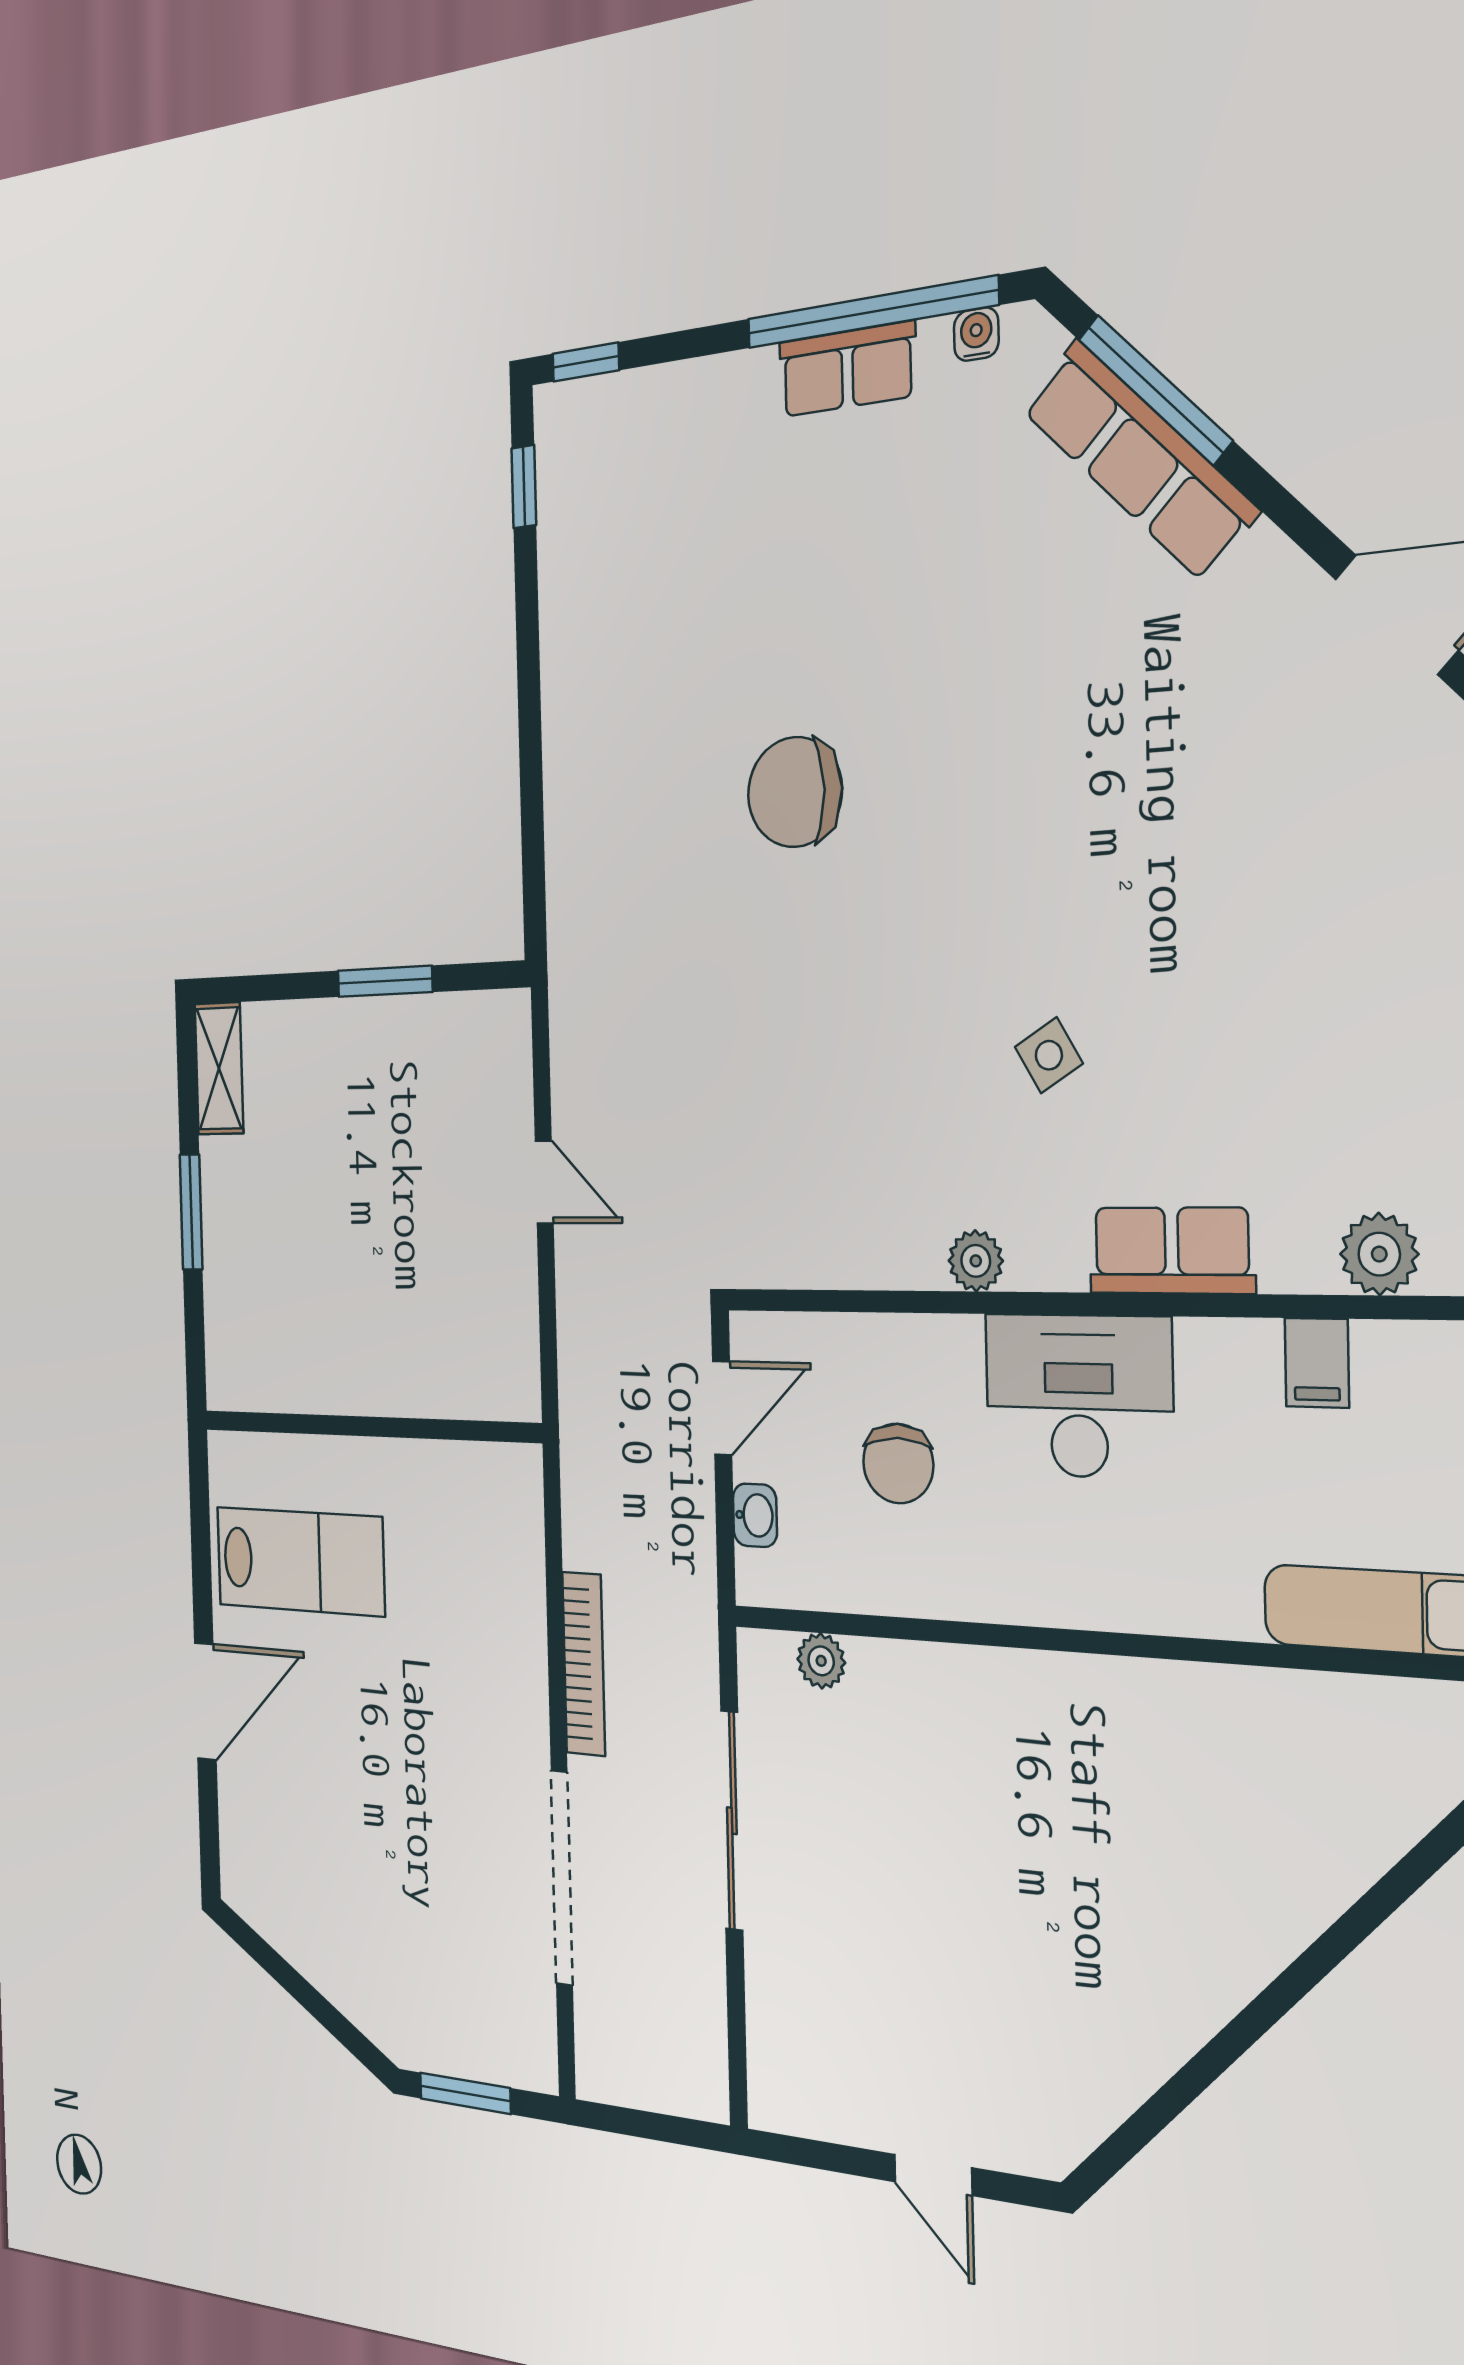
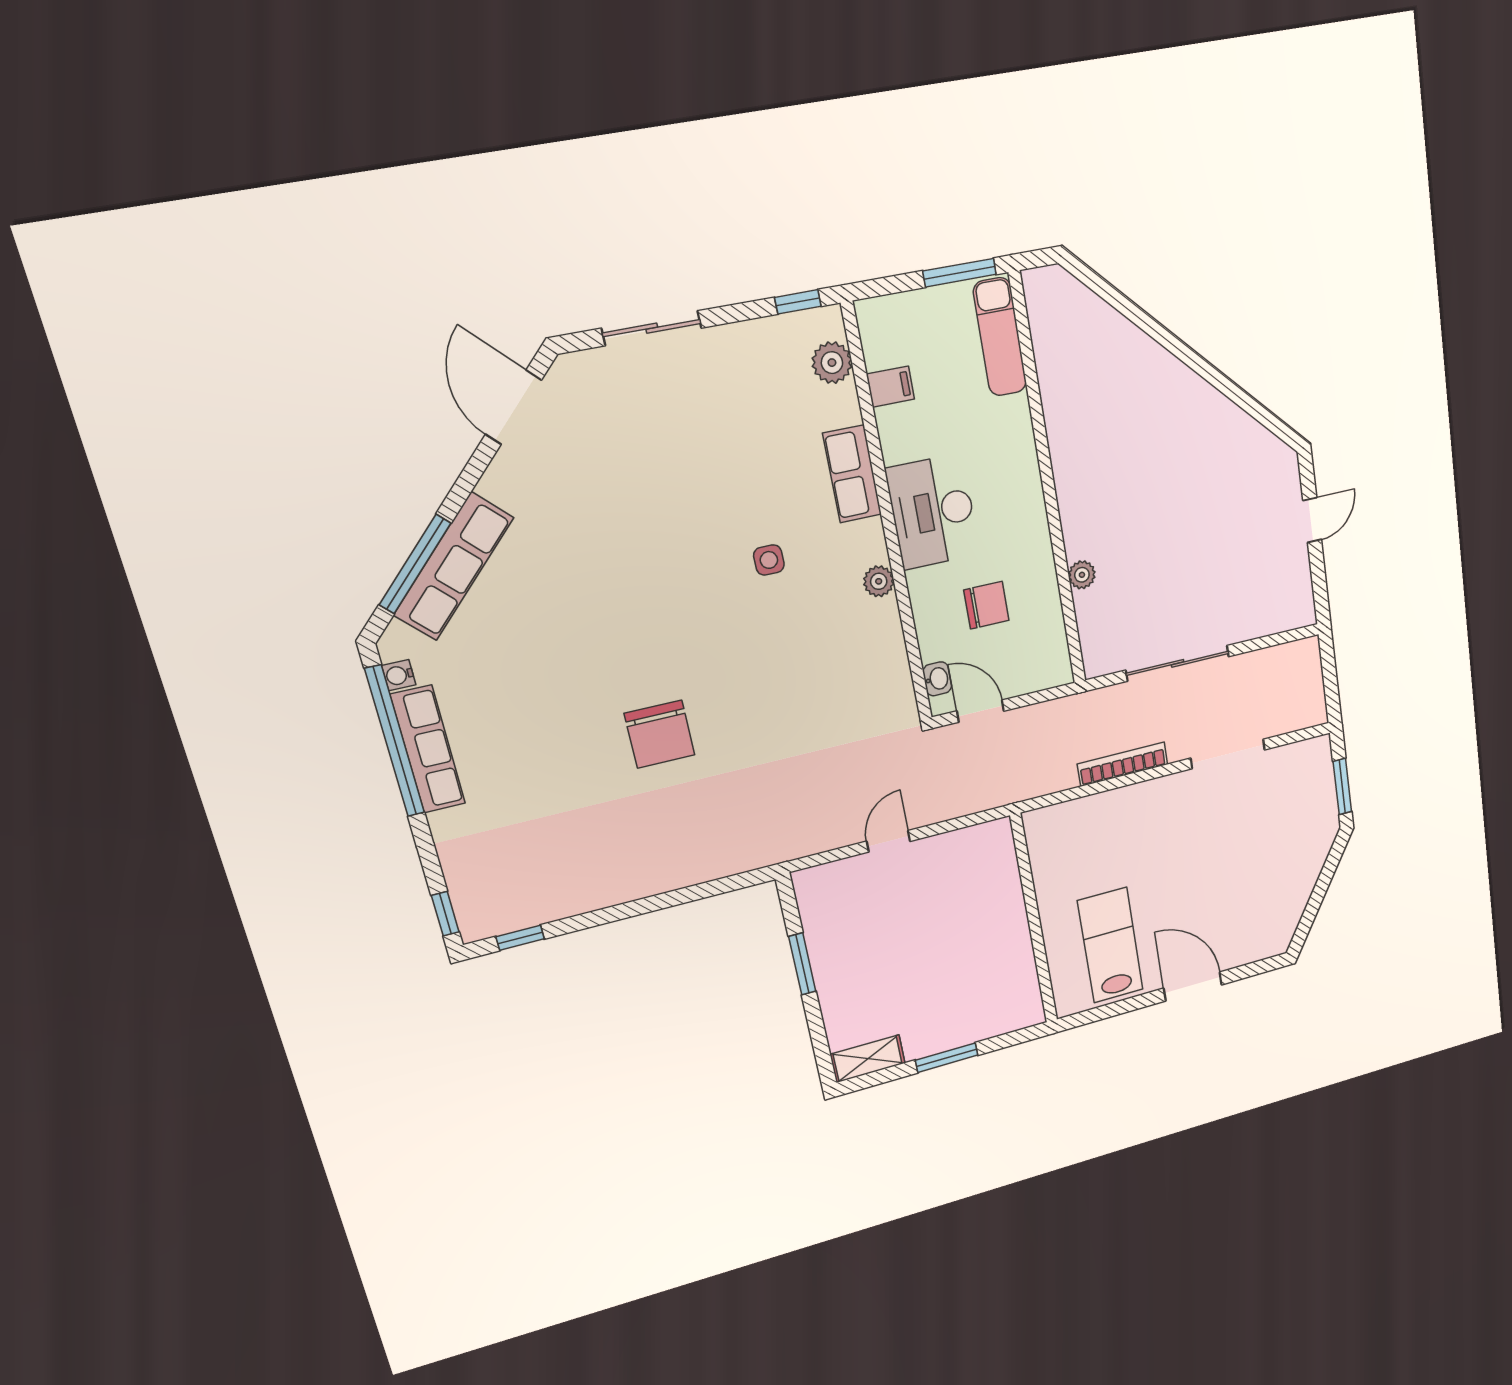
row of seats: (847, 369) -> (428, 749), width x1.48
side table: (1049, 1055) -> (769, 560), turned 31
washbasin: (755, 1515) -> (937, 679), moved, turned 90
plant: (821, 1661) -> (1082, 575), moved
doorway: (562, 1878) -> (1228, 754), width x0.73

